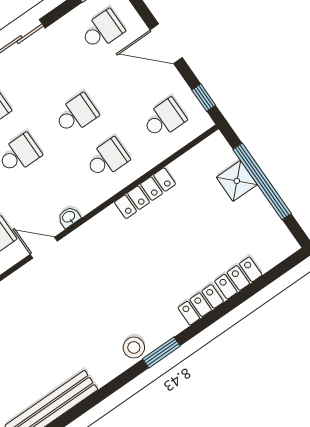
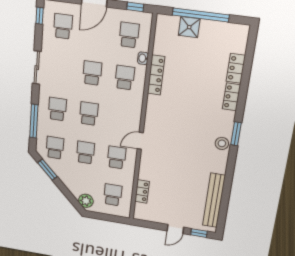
washbasin: (69, 217) -> (143, 58), moved

